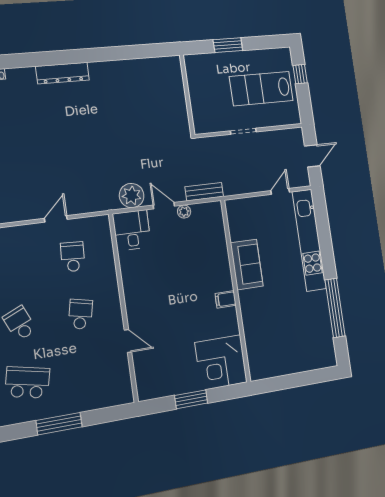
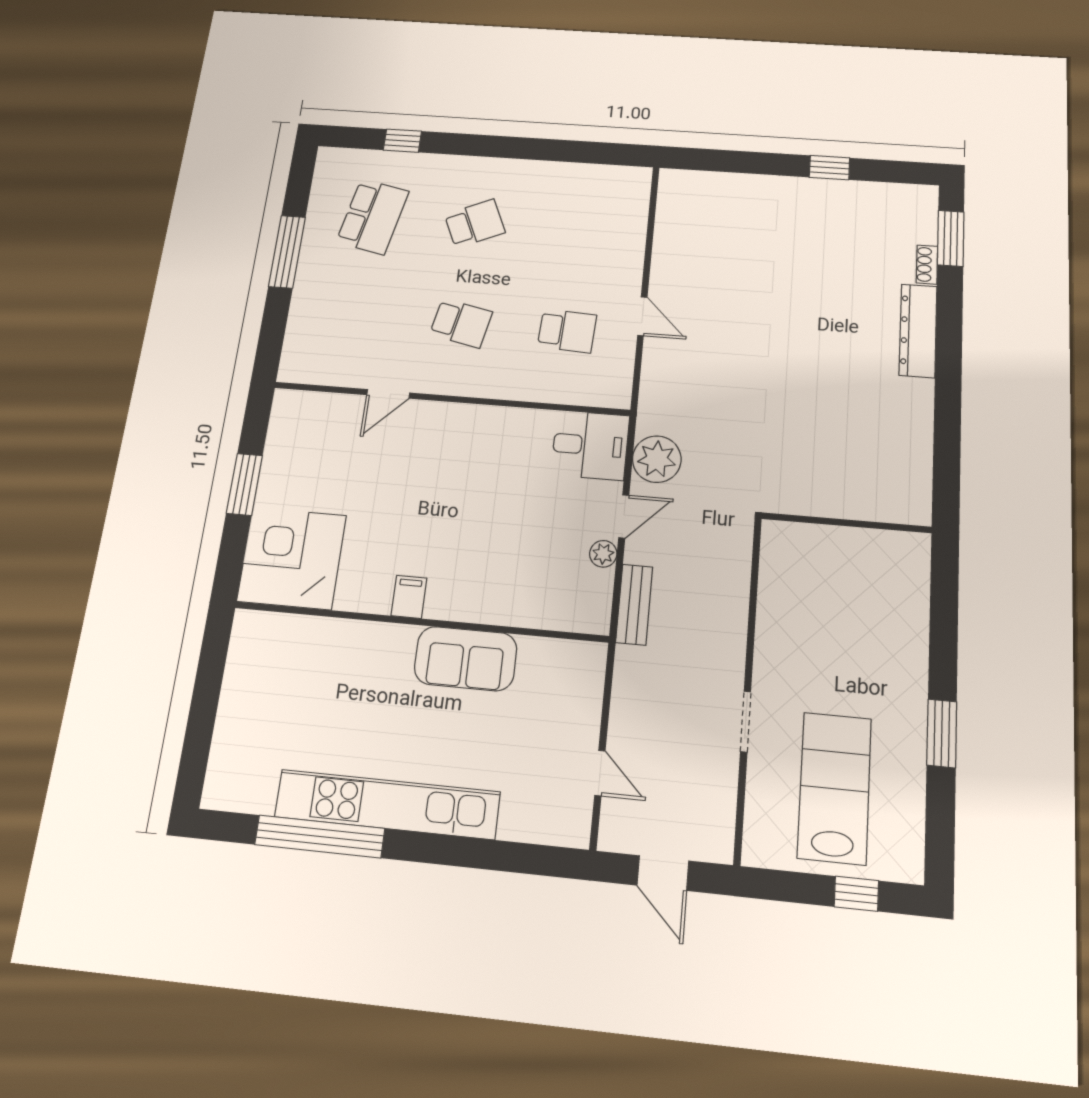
dresser: (62, 73) -> (918, 331), moved
wall: (187, 95) -> (846, 523), moved
kitchen unit: (309, 240) -> (387, 804), moved

